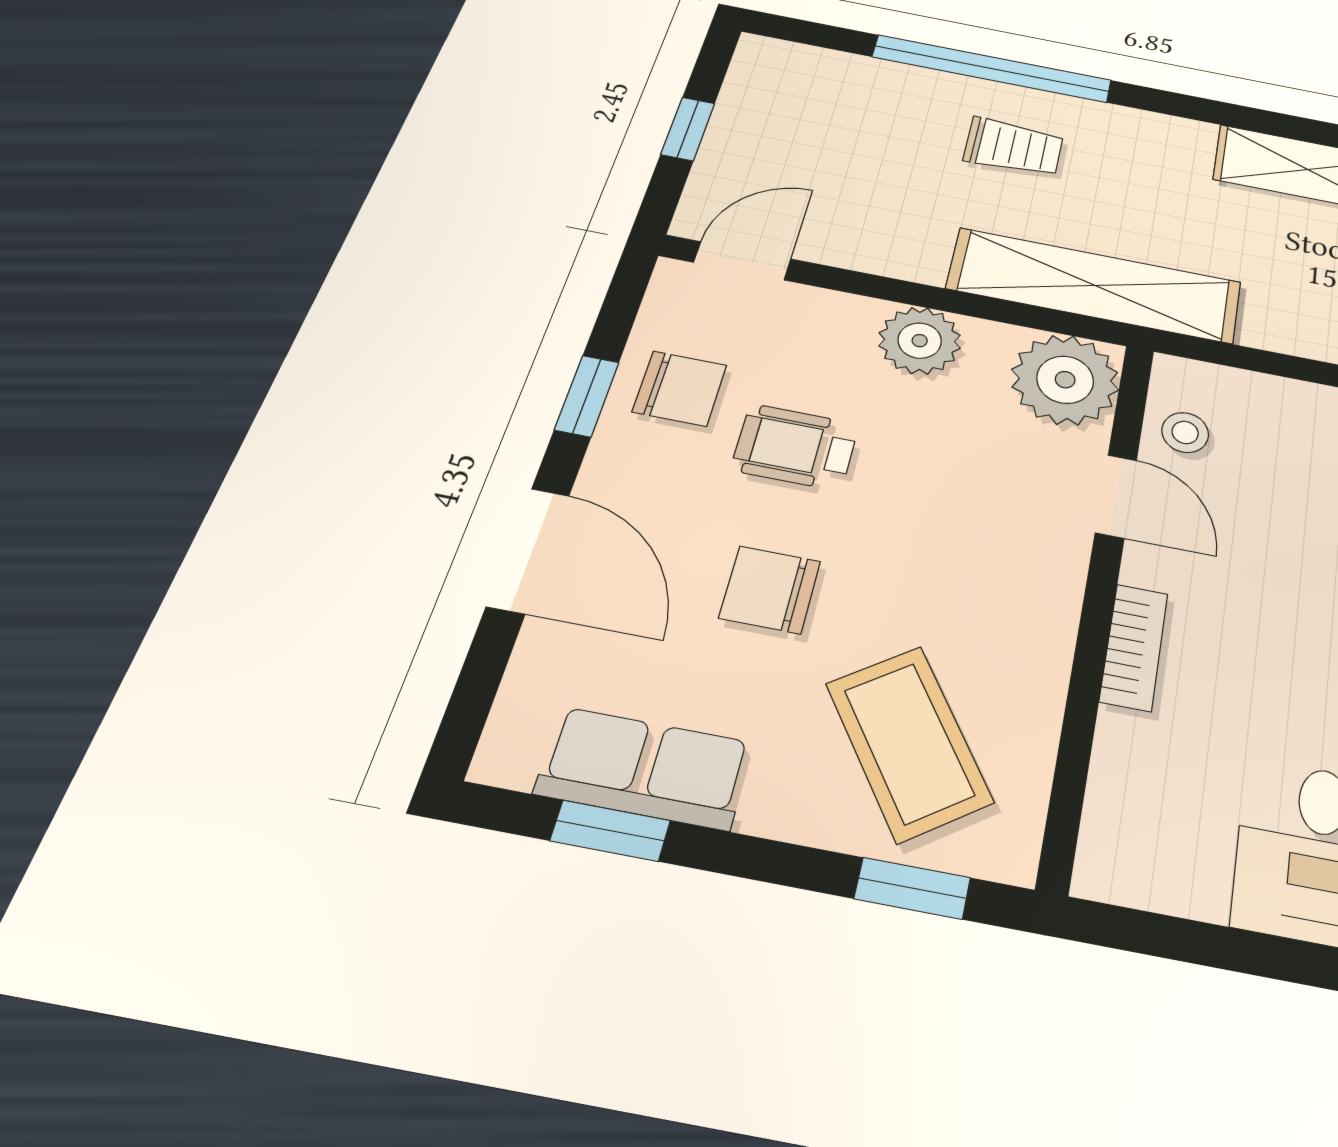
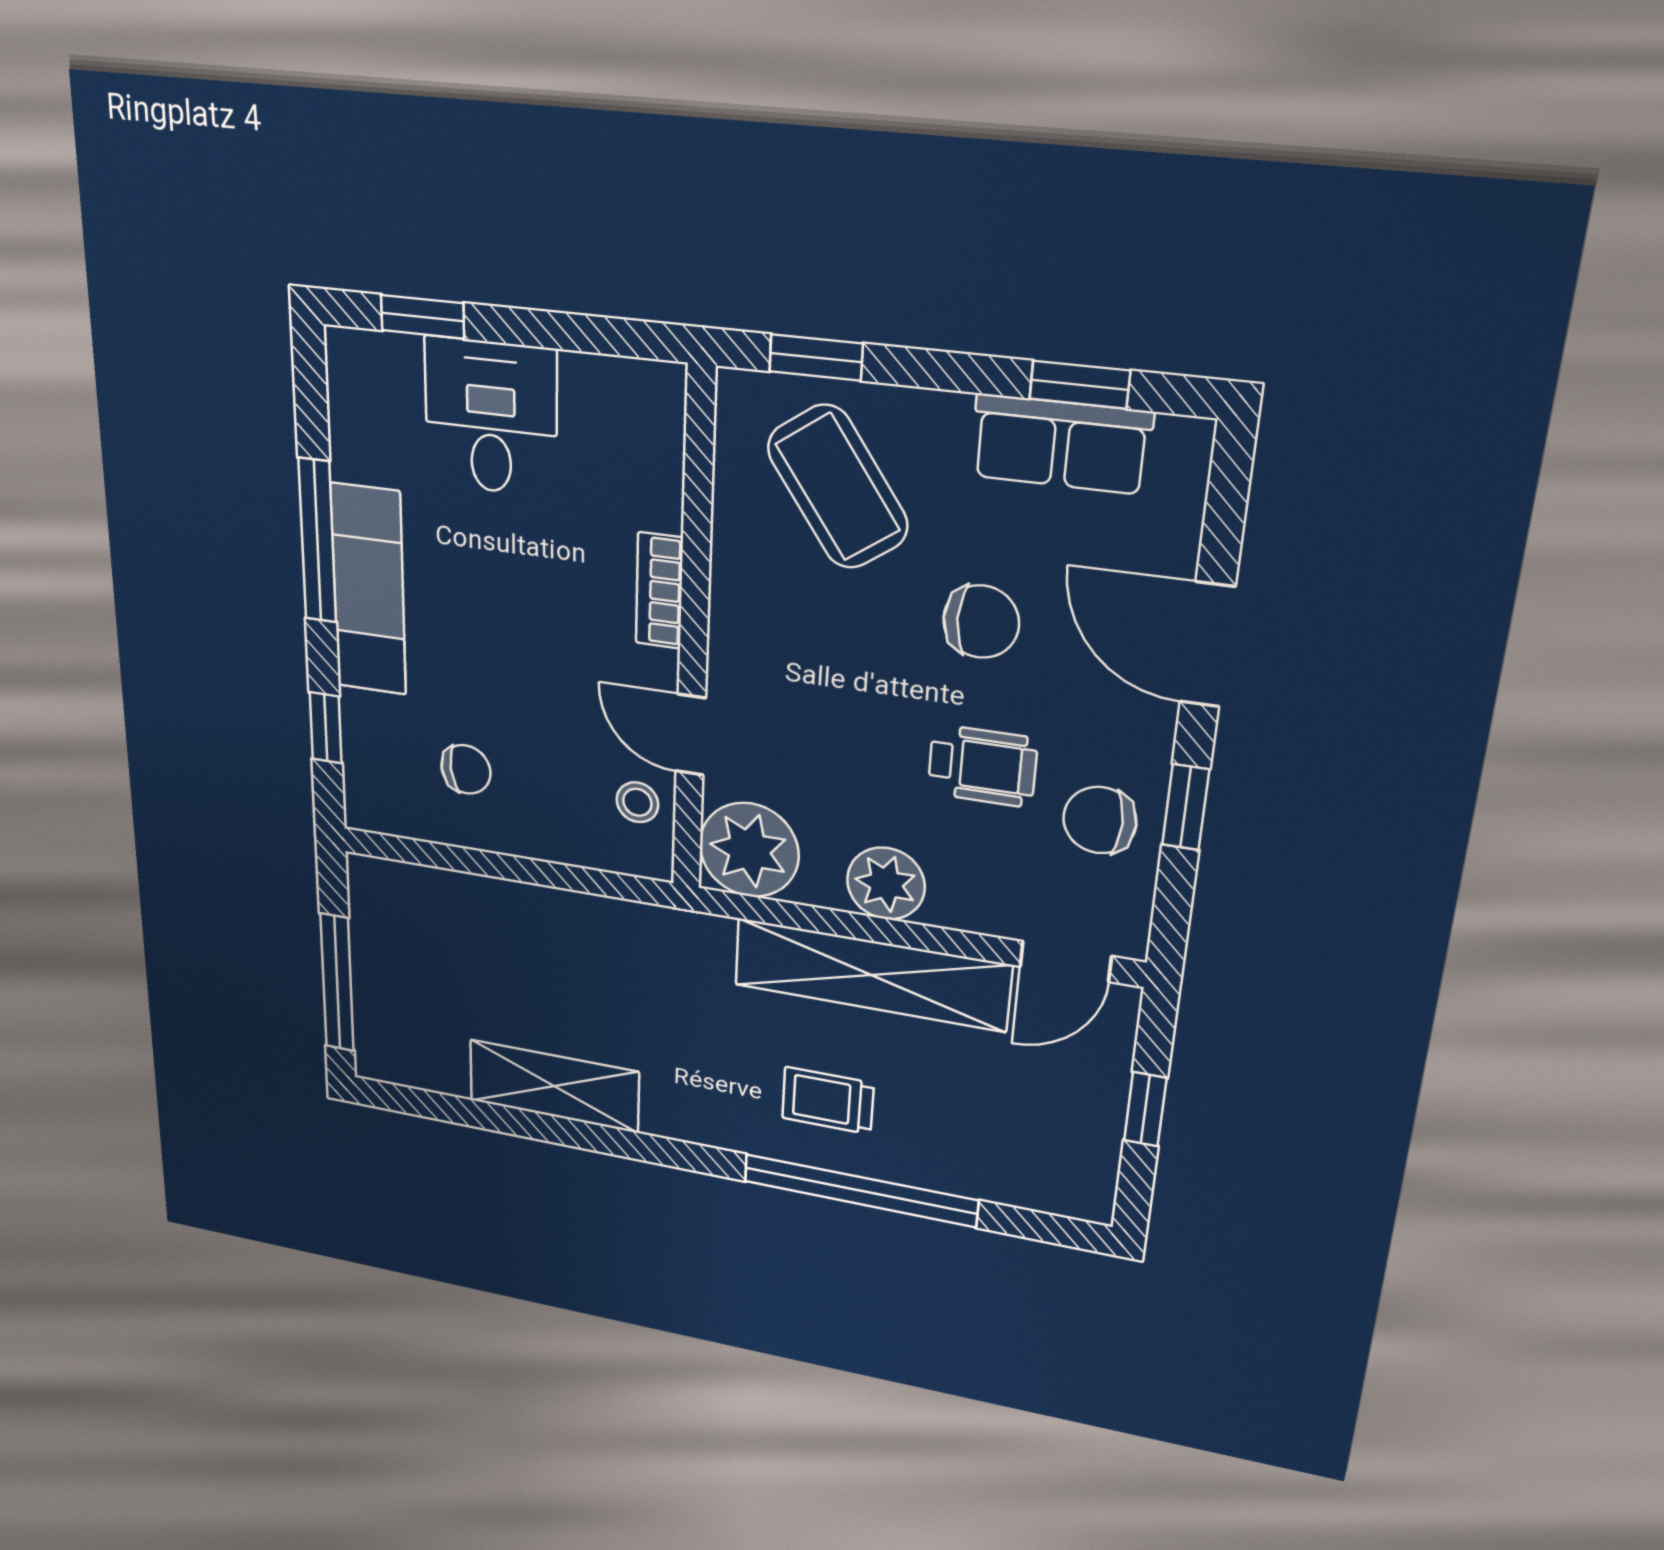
shelving: (1095, 285) -> (871, 975), moved

